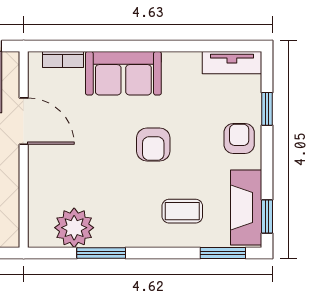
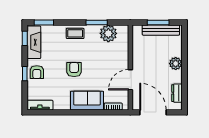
window: (267, 109) -> (25, 74), moved
door: (24, 121) -> (130, 80), hinge flipped
coffee table: (182, 211) -> (75, 33), moved

